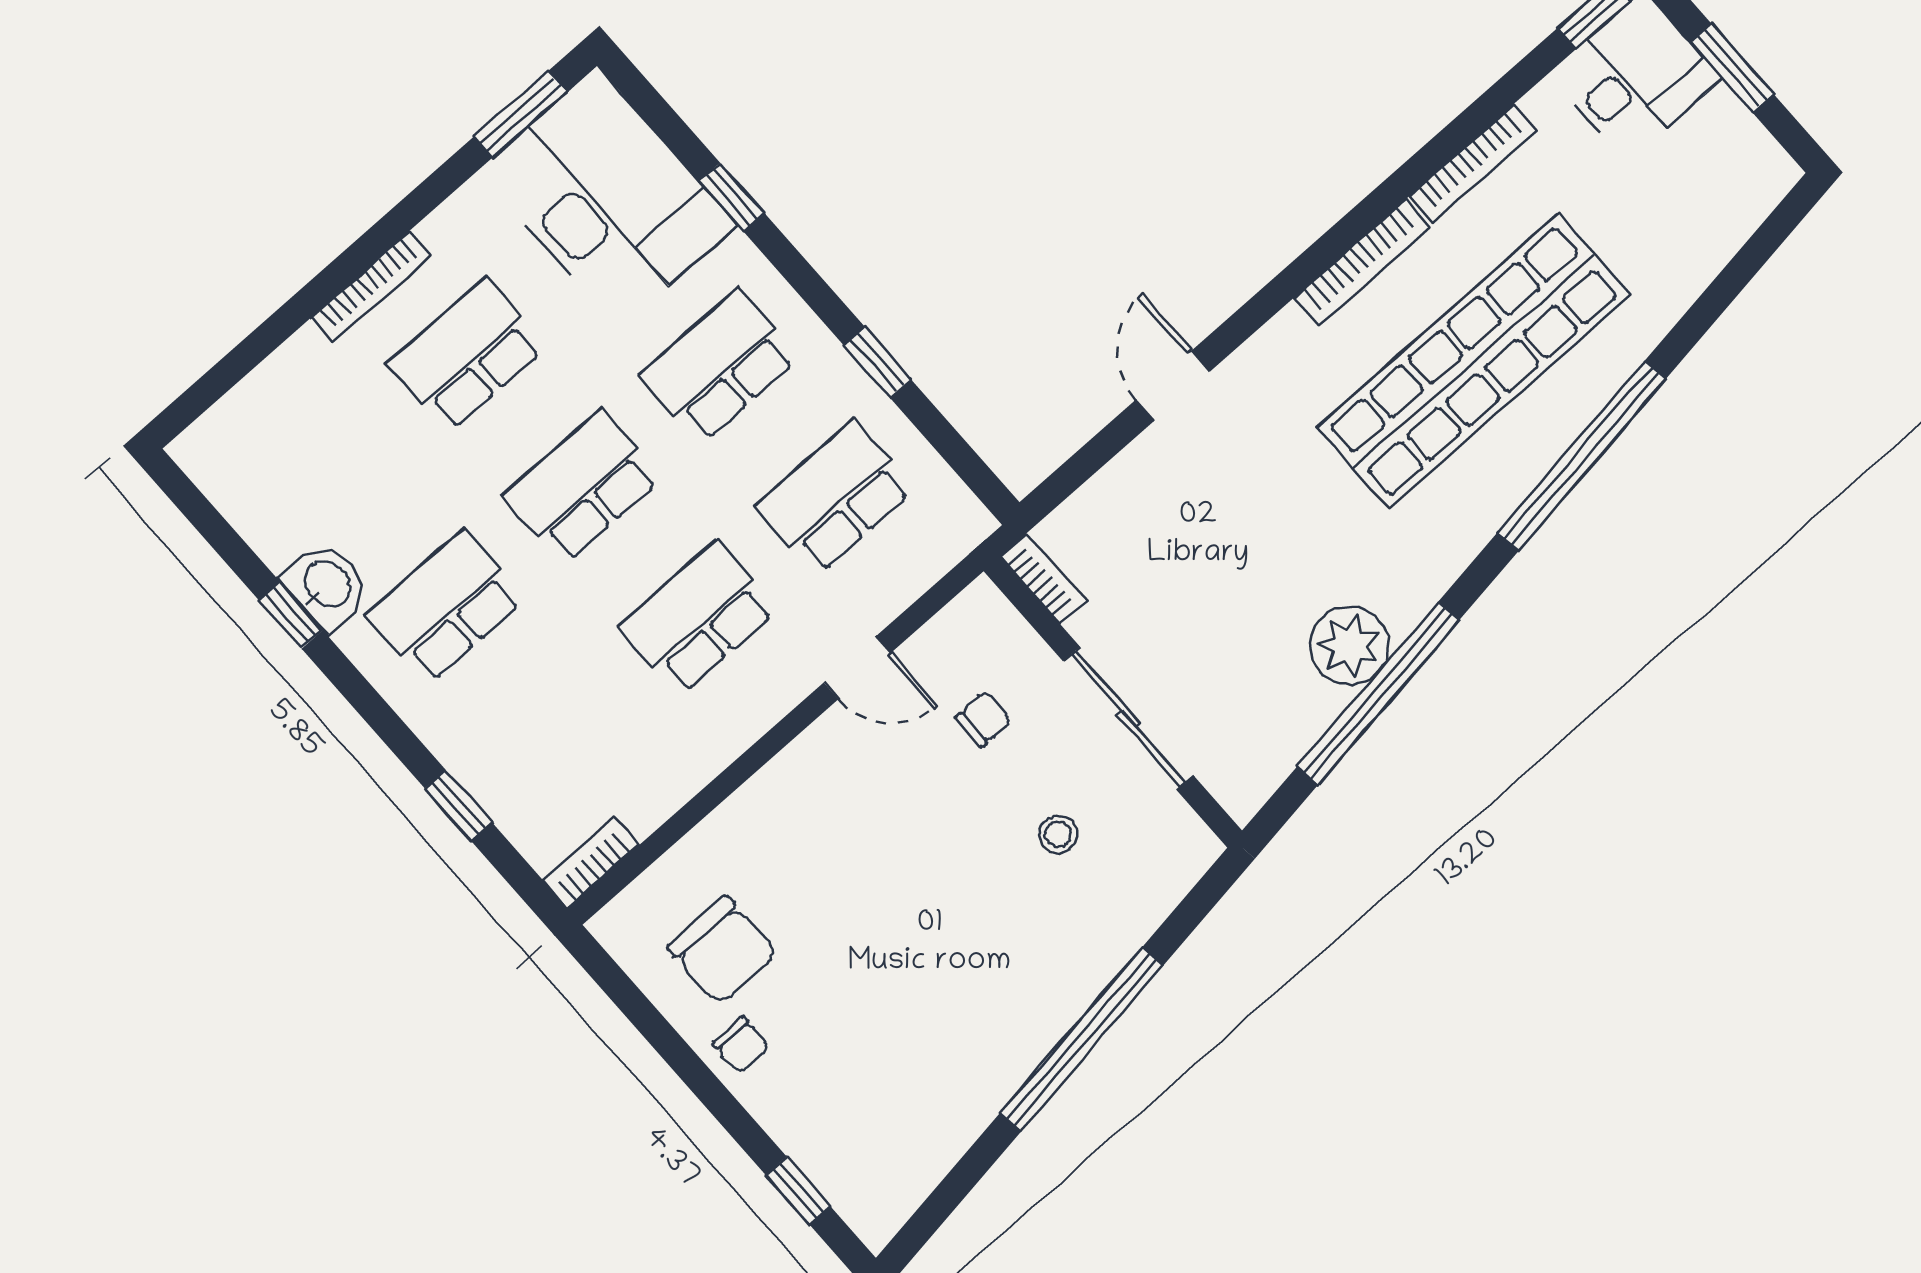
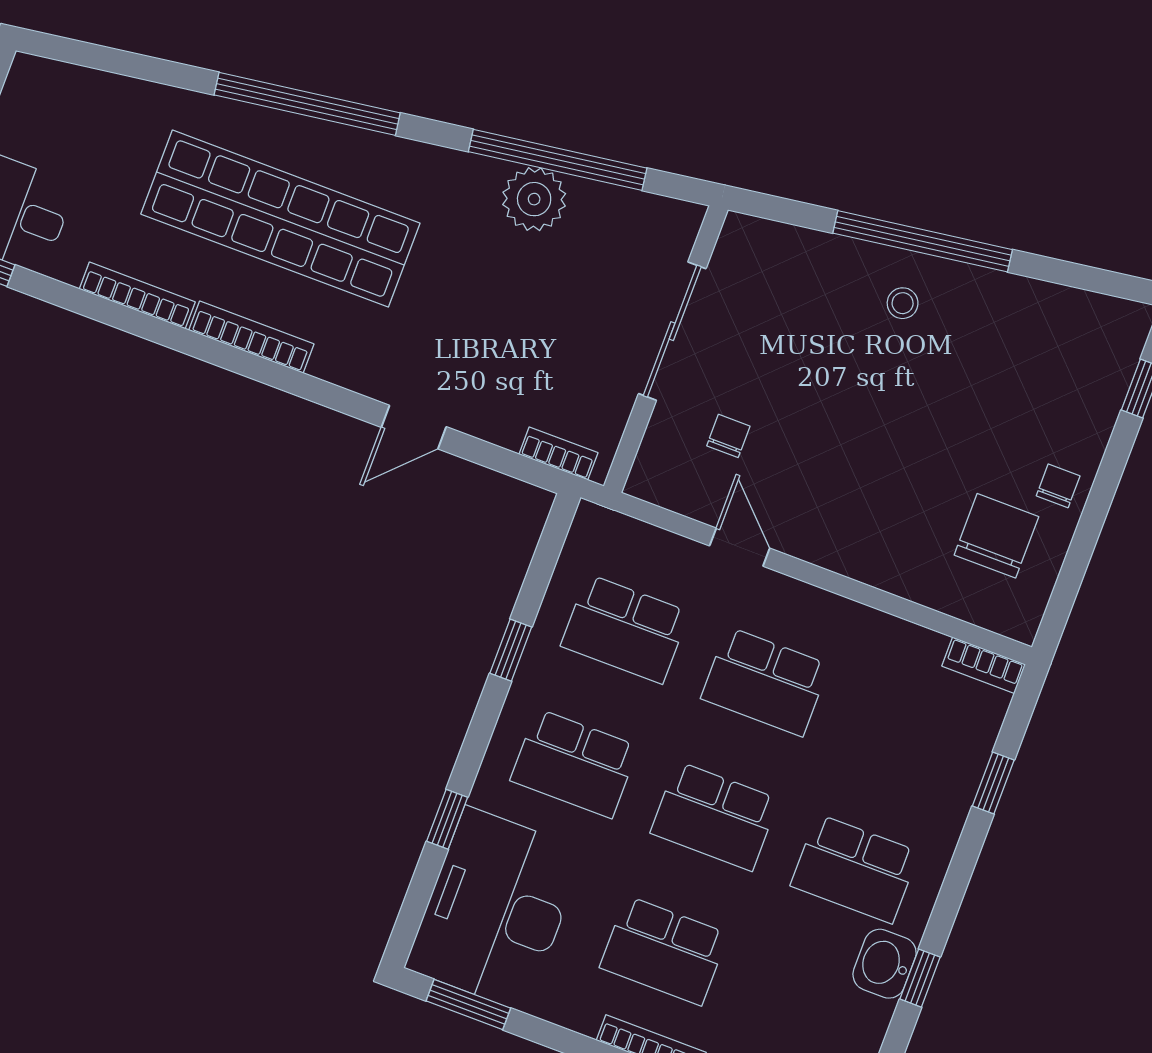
bookcase: (1043, 578) -> (558, 453), moved, turned 90
chair: (983, 719) -> (728, 436), turned 90
stool: (1058, 834) -> (903, 303), moved

